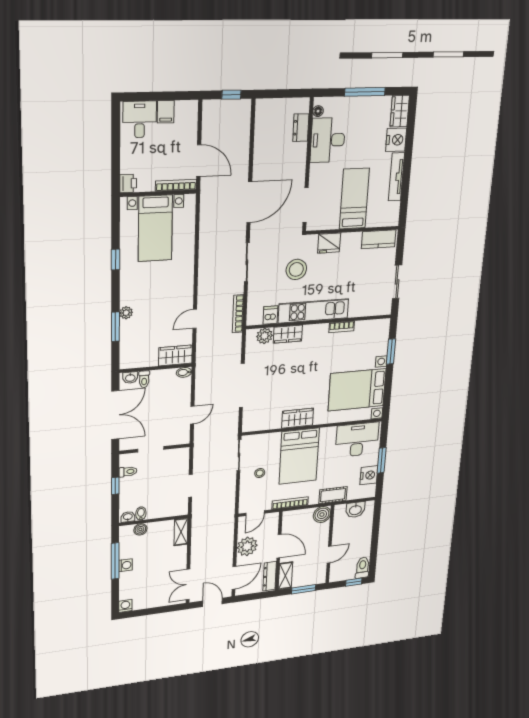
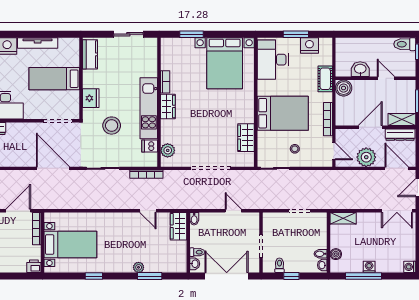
wardrobe: (288, 334) -> (168, 106), moved
wardrobe: (298, 418) -> (246, 138), moved
washbasin: (355, 510) -> (360, 69), moved, turned -90

